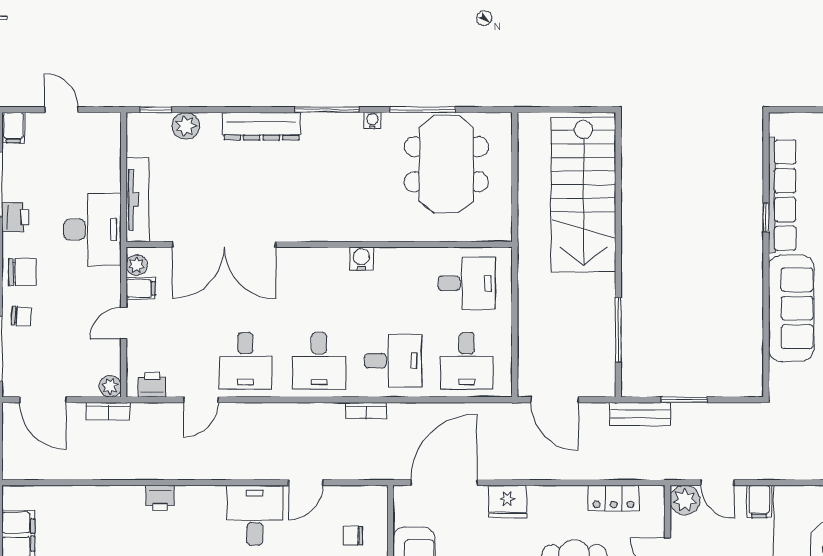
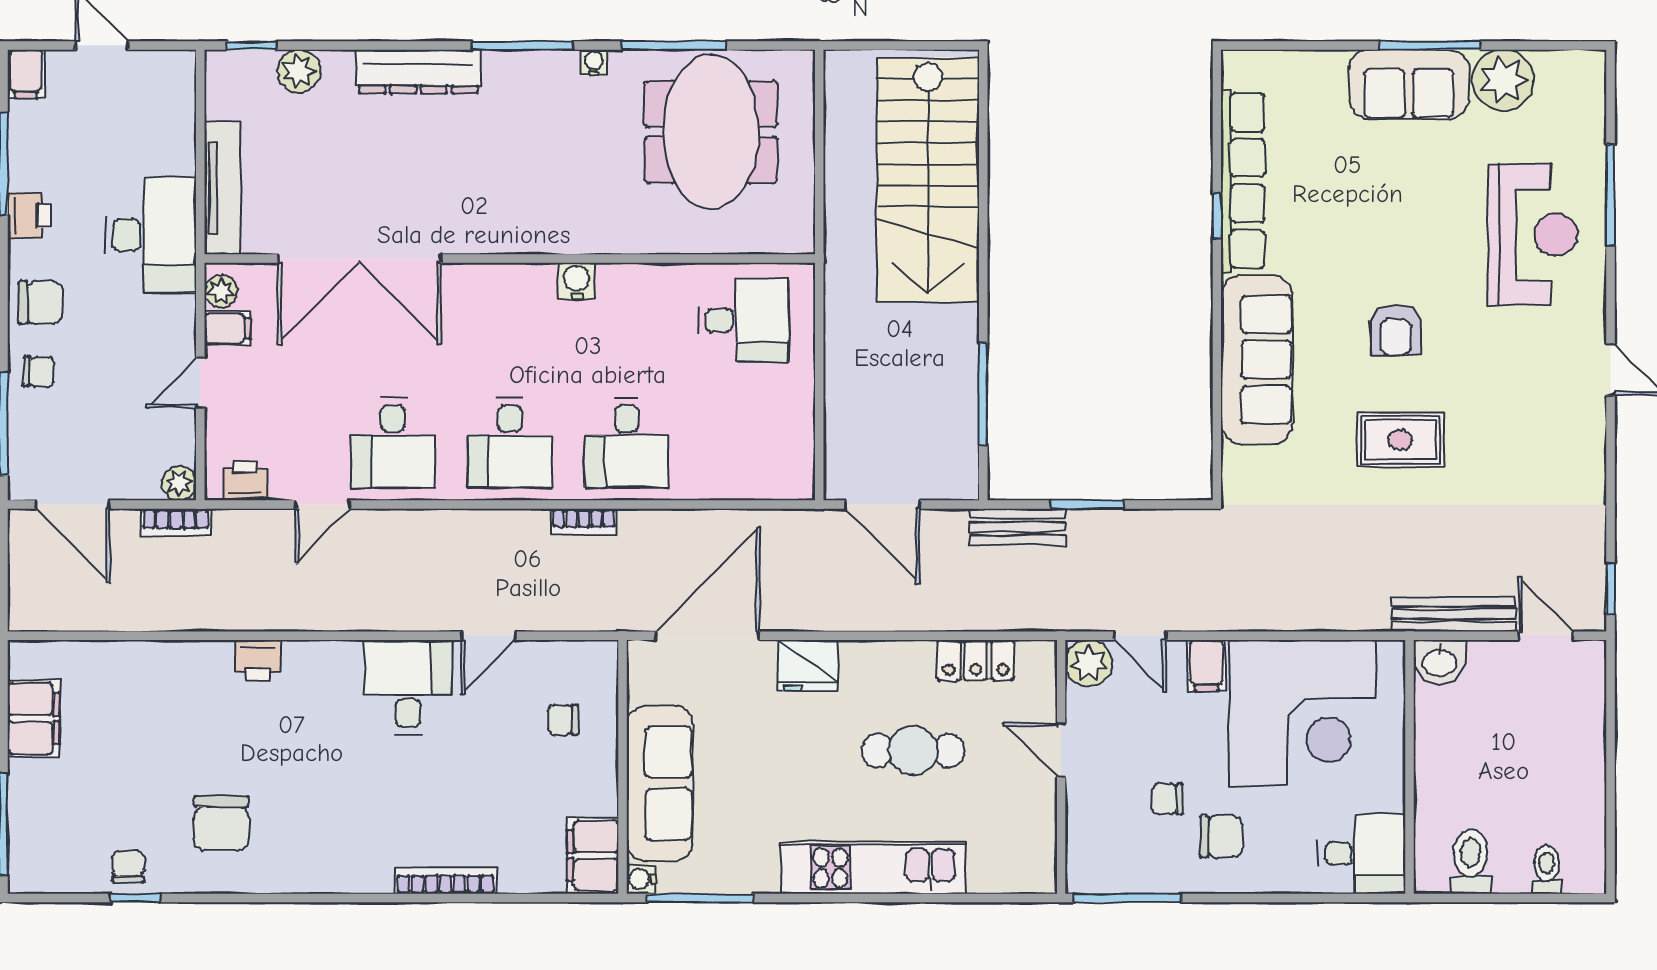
desk: (393, 361) -> (627, 443), turned 90
desk: (467, 361) -> (744, 443), removed

